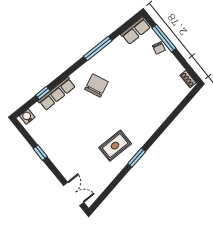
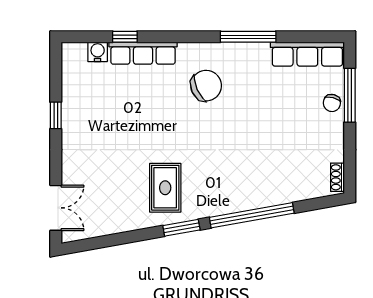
row of seats: (136, 31) -> (307, 54), width x1.48
water cooler: (27, 117) -> (98, 52), moved
window: (163, 127) -> (252, 215), added
rug: (115, 146) -> (165, 188), turned 90

